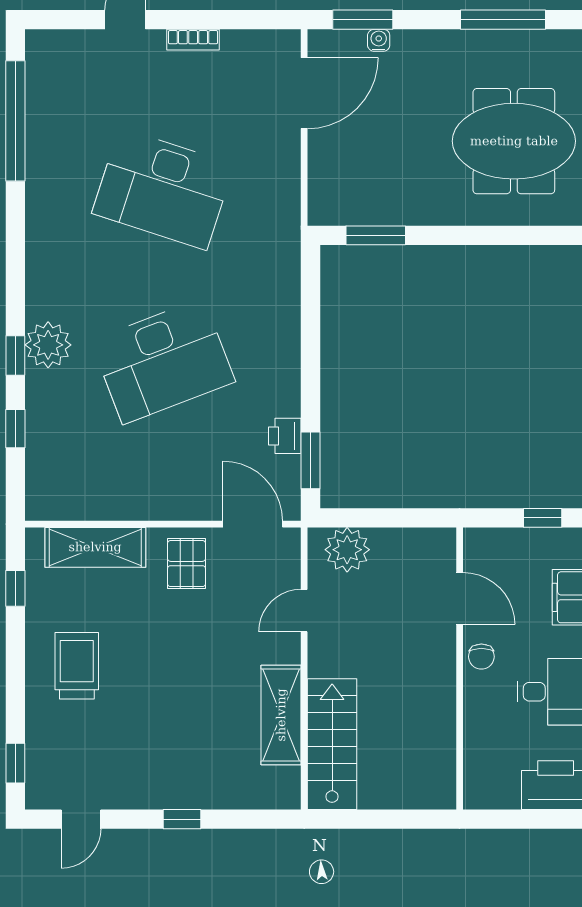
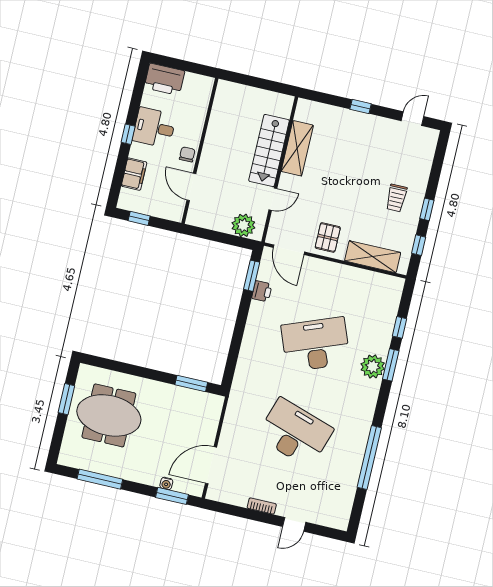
window: (15, 121) -> (369, 457), moved
window: (15, 355) -> (391, 365), width x1.50
trolley: (77, 666) -> (396, 198), width x0.73, depth x0.72
stairs: (332, 744) -> (269, 151), moved
window: (15, 763) -> (427, 209), moved

